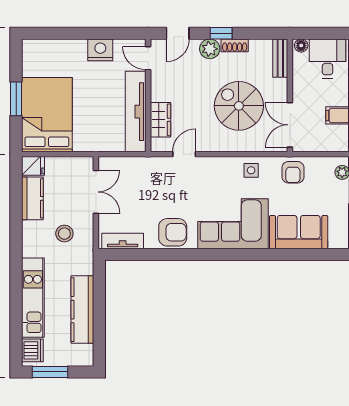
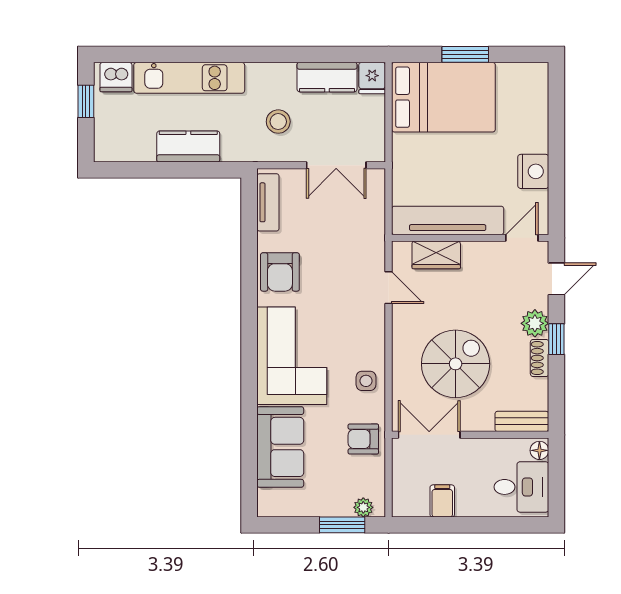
door: (178, 33) -> (556, 279), swing flipped
kitchen counter: (82, 310) -> (188, 147), width x0.67
window: (50, 372) -> (86, 101), width x0.67

